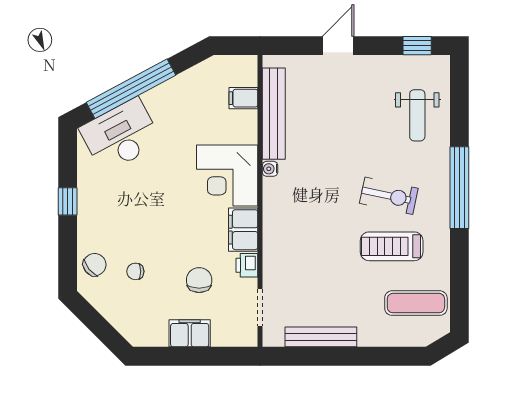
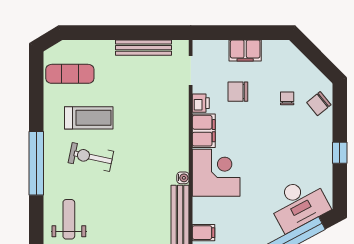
chair: (135, 271) -> (287, 98), turned -90
chair: (199, 280) -> (238, 92), turned 90

